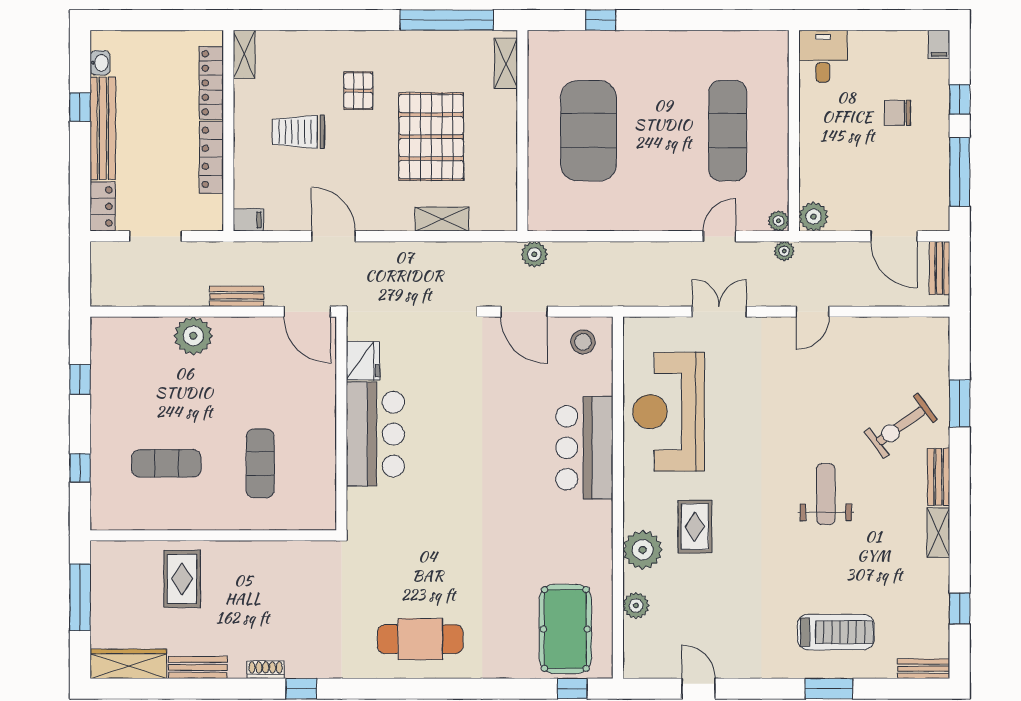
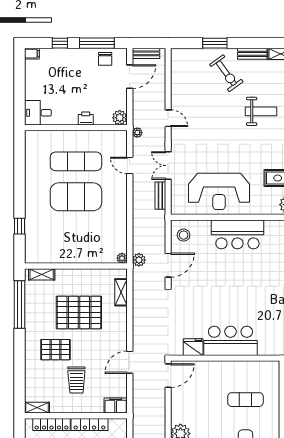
pallet: (358, 91) -> (56, 350), width x1.50, depth x1.42
chair: (898, 113) -> (105, 59), moved
exercise mat: (589, 131) -> (76, 197), moved
printer: (812, 150) -> (86, 118), added
shelving: (442, 219) -> (121, 292), moved
filing cabinet: (248, 220) -> (116, 406), width x2.00
plant: (778, 221) -> (122, 258), moved
bench: (237, 296) -> (160, 196), moved
weight bench: (826, 494) -> (261, 111), turned 180

